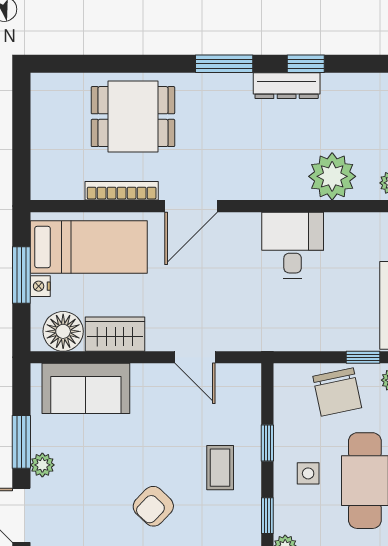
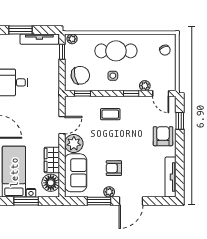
plant: (153, 384) -> (74, 144), added
chair: (337, 392) -> (80, 75), moved
window: (267, 443) -> (82, 93), moved
armchair: (153, 506) -> (114, 168), moved, turned 136

